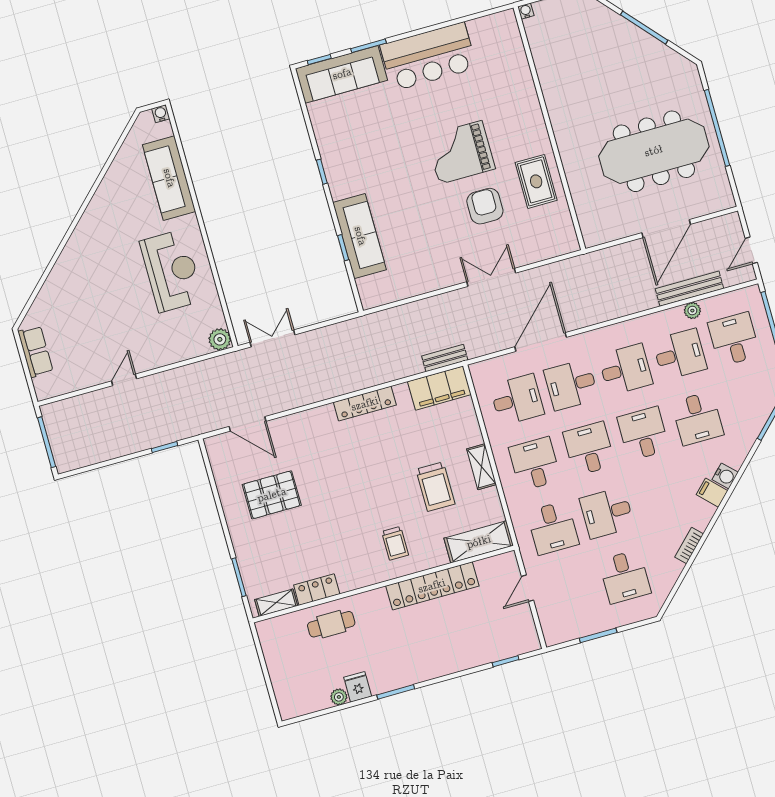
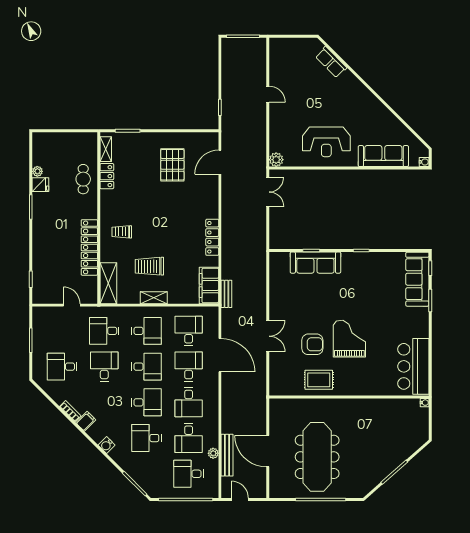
bar counter: (428, 57) -> (413, 366), moved
desk: (734, 339) -> (189, 474), turned 180
row of seats: (36, 352) -> (331, 62), moved, turned 45
desk: (517, 400) -> (189, 331), turned 180
filing cabinet: (712, 493) -> (86, 421), moved

